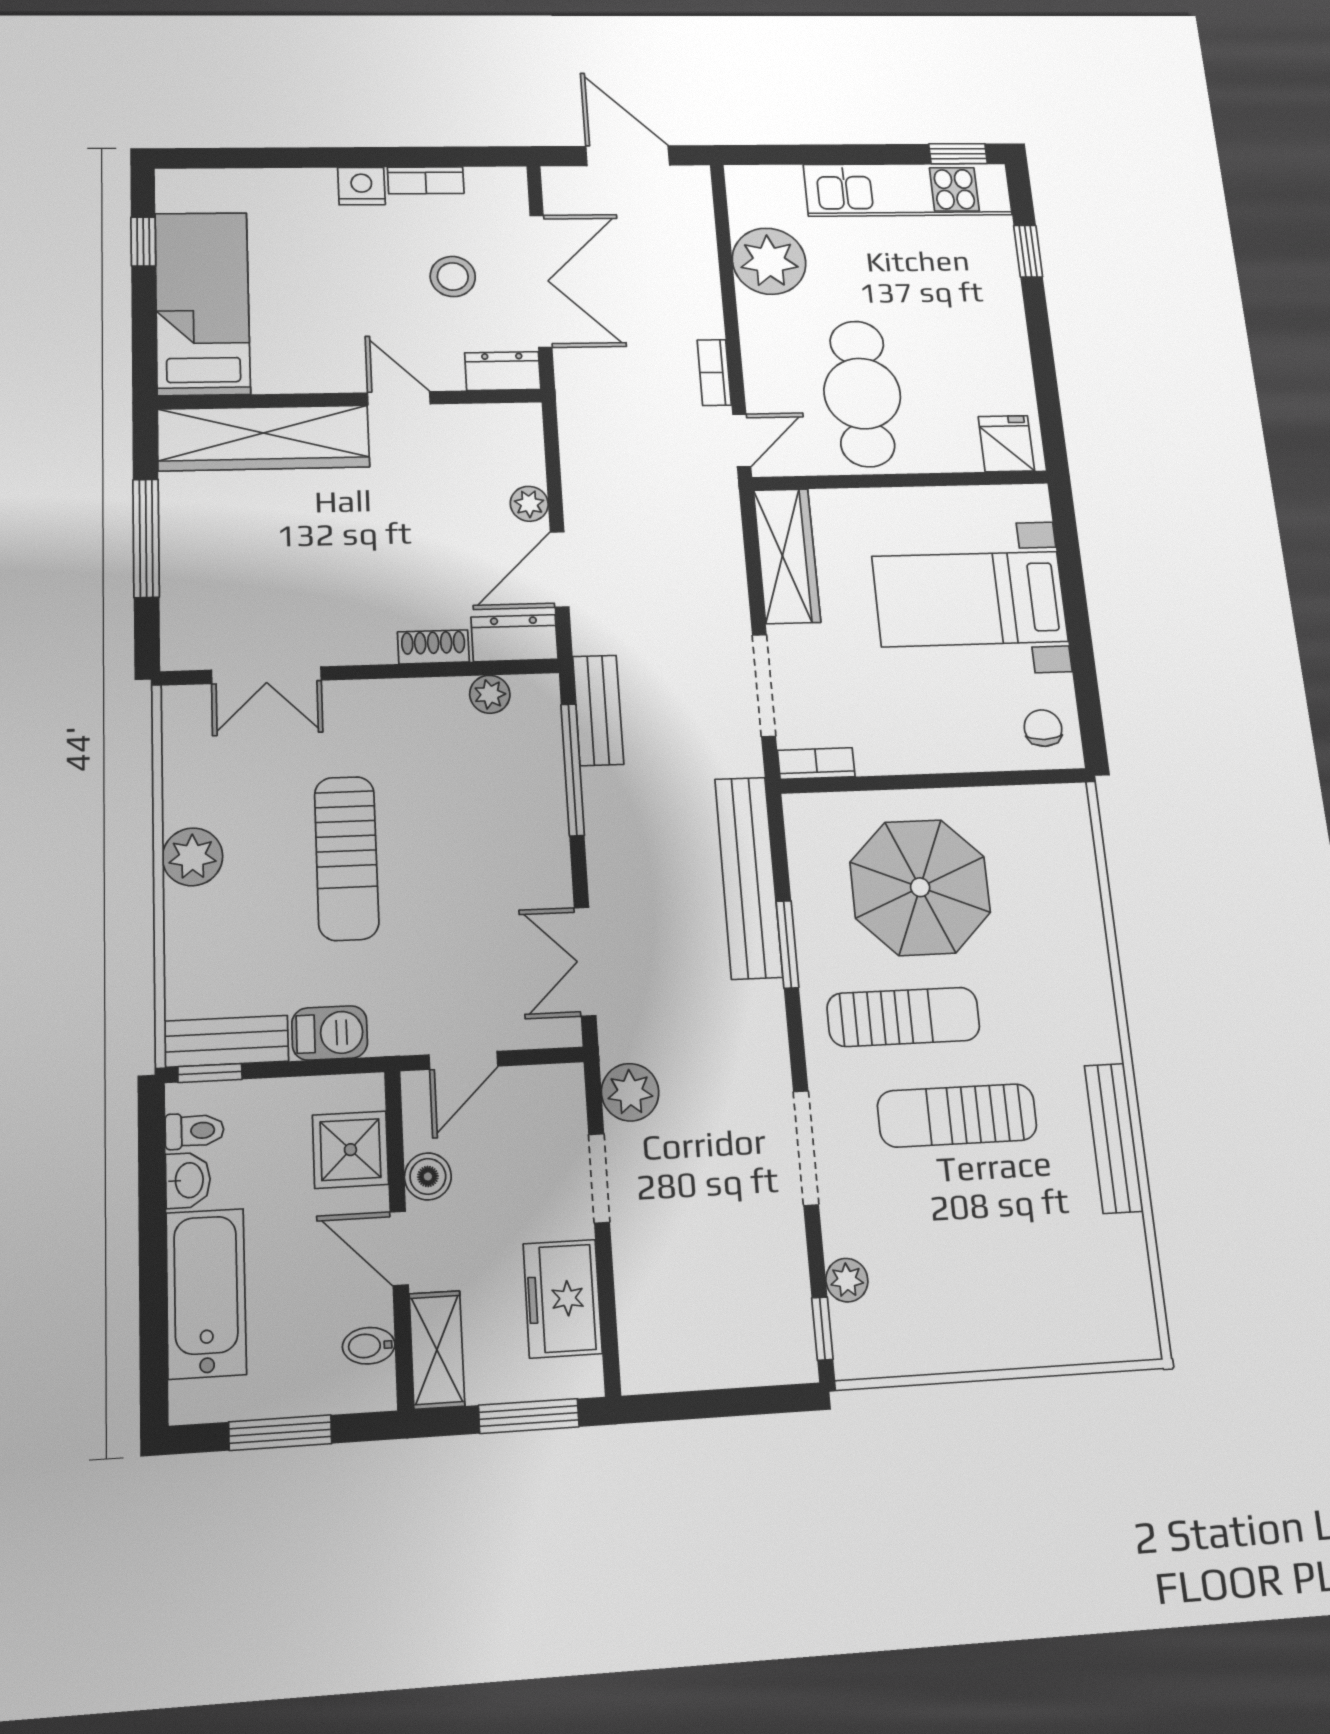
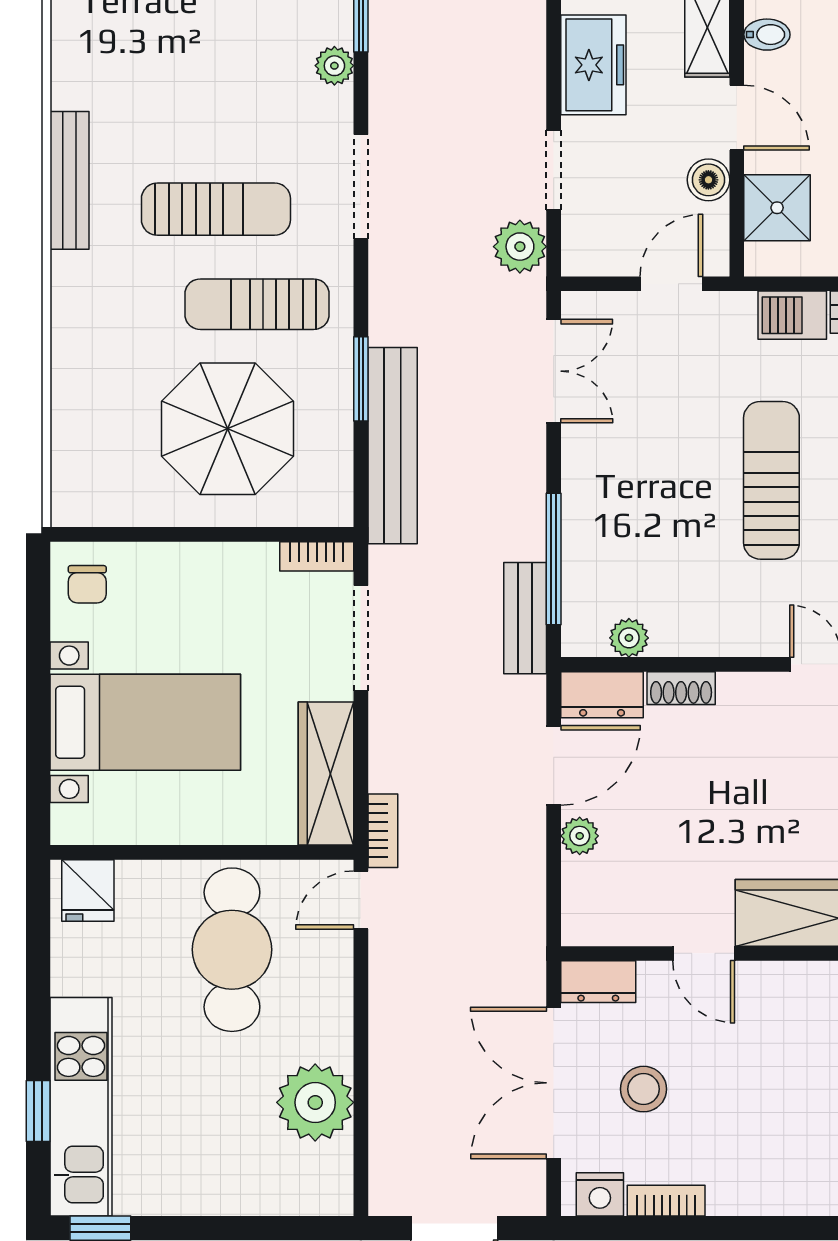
nightstand: (361, 186) -> (600, 1194), moved
kitchen unit: (908, 190) -> (81, 1107), moved, turned 90
bookcase: (714, 373) -> (383, 831), moved

